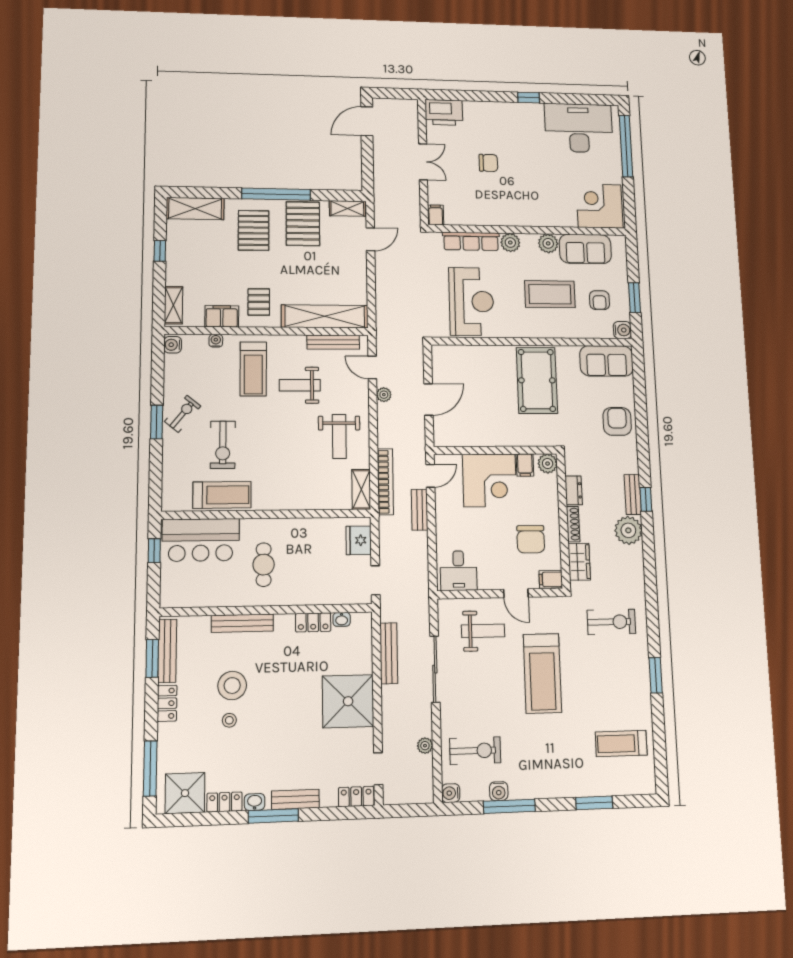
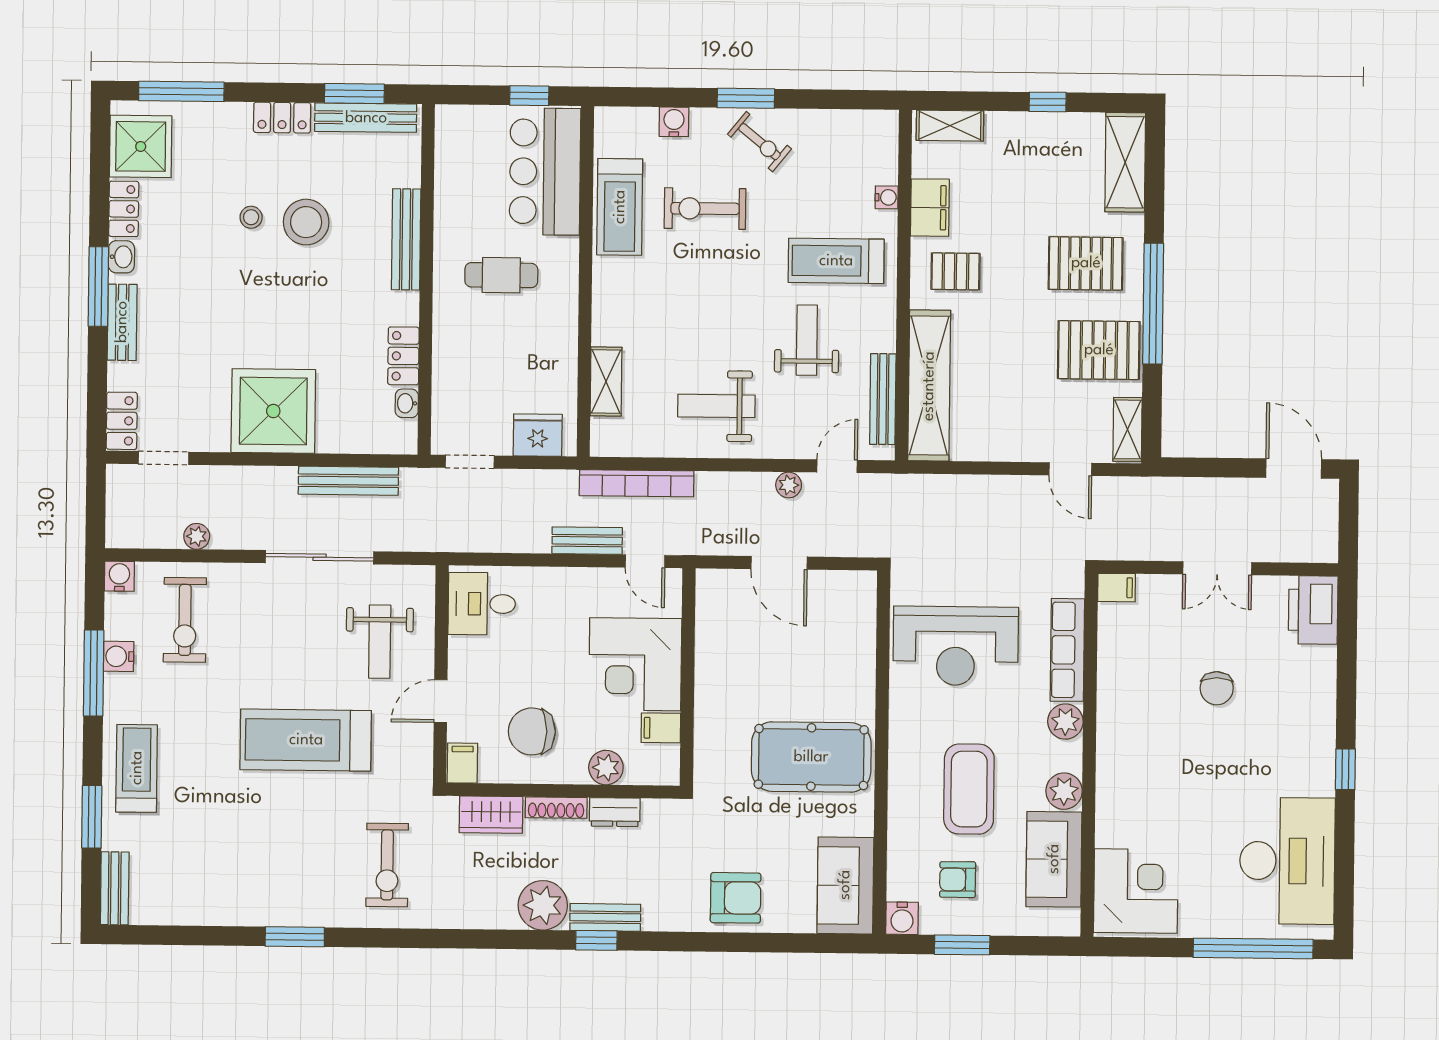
water cooler: (173, 345) -> (674, 122), moved
plant: (548, 464) -> (606, 768), moved
shelving: (361, 489) -> (606, 381), moved, turned 90
treadmill: (621, 743) -> (137, 768), moved
bench: (635, 786) -> (115, 888), added

